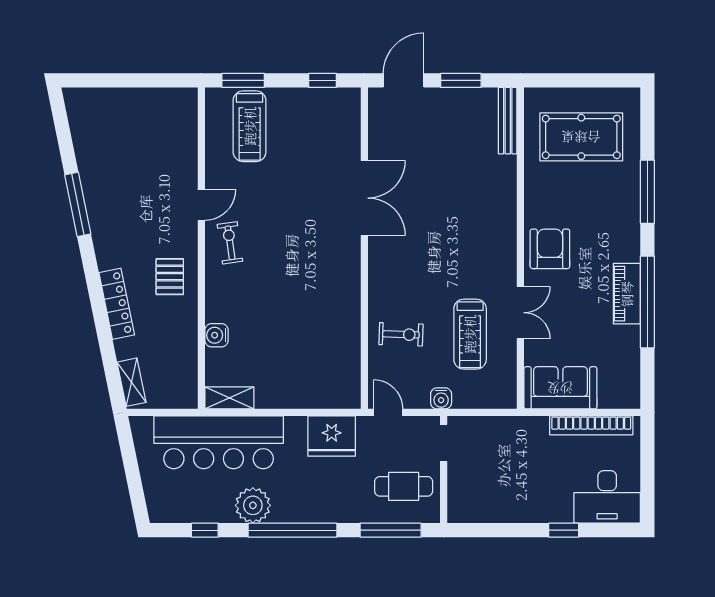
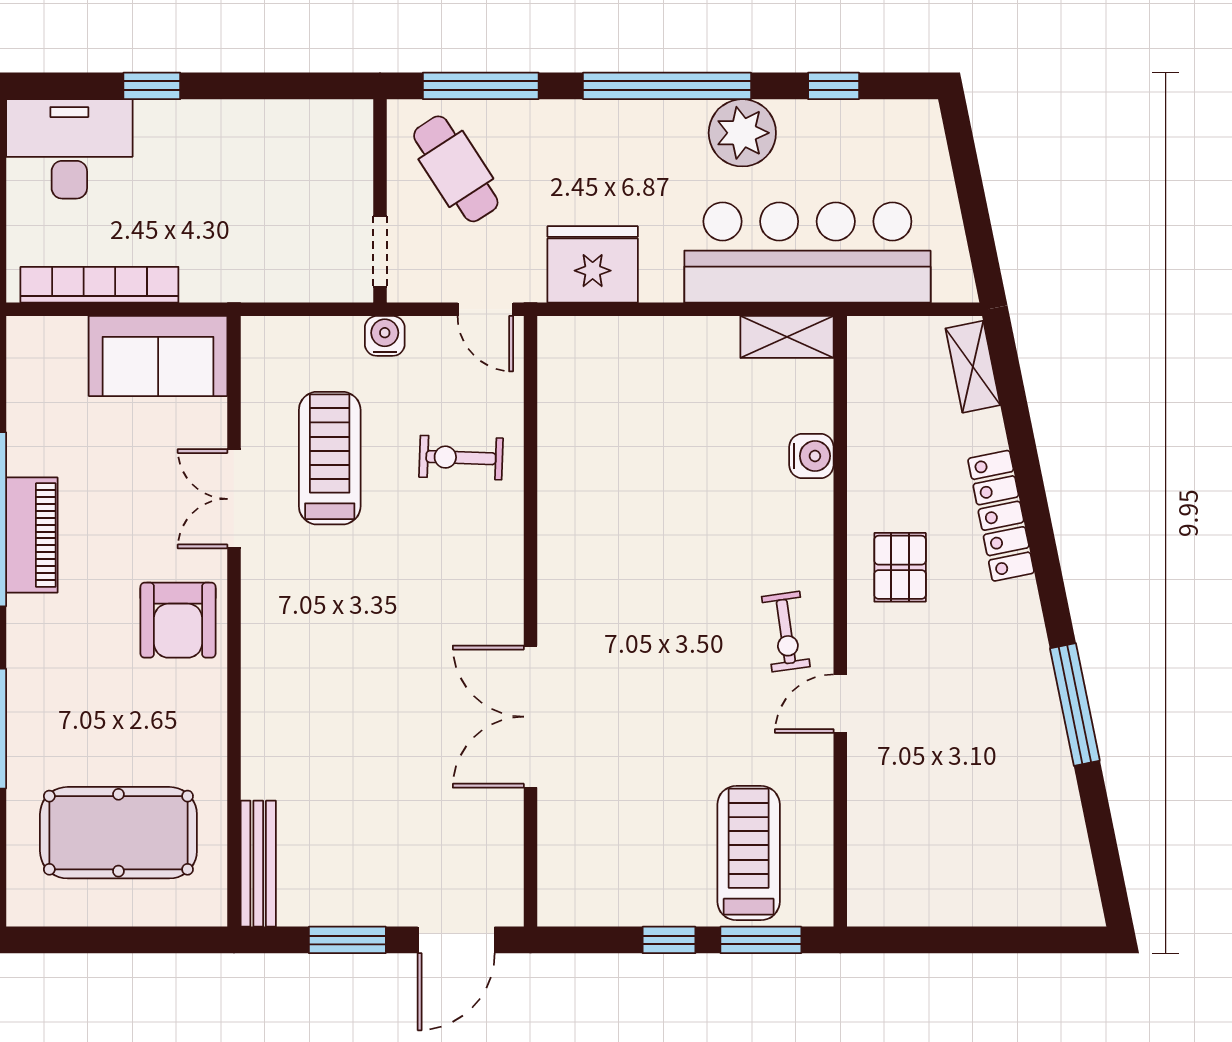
window: (323, 80) -> (669, 940), moved
cafe table: (404, 486) -> (456, 169), turned 57

